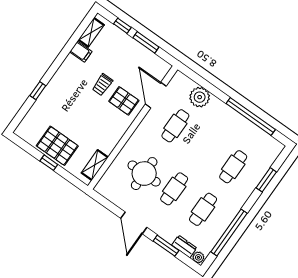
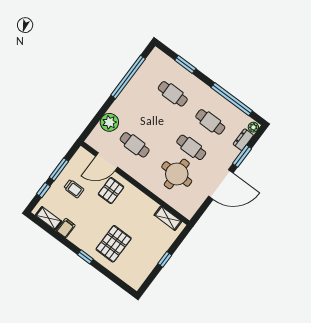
trolley: (102, 85) -> (74, 189), moved
window: (38, 91) -> (85, 257), moved
pallet: (57, 146) -> (114, 244), moved
door: (134, 223) -> (221, 184), width x1.36

